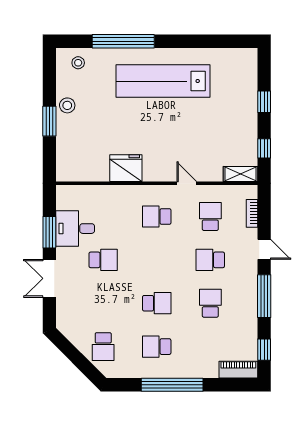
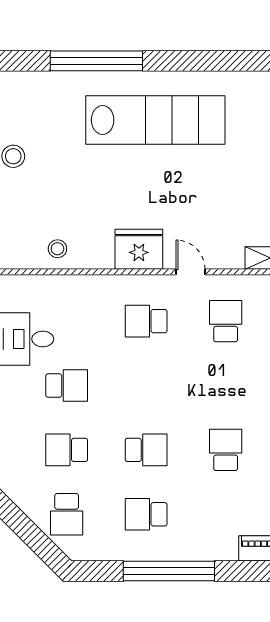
stool: (78, 63) -> (57, 249), moved
lab bench: (163, 81) -> (155, 120), turned 180
fridge: (126, 168) -> (139, 249), moved
school desk: (210, 260) -> (67, 450), moved

